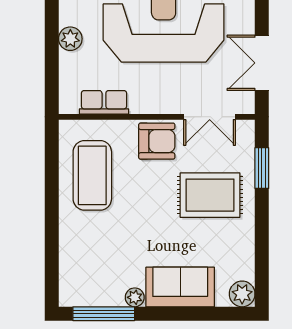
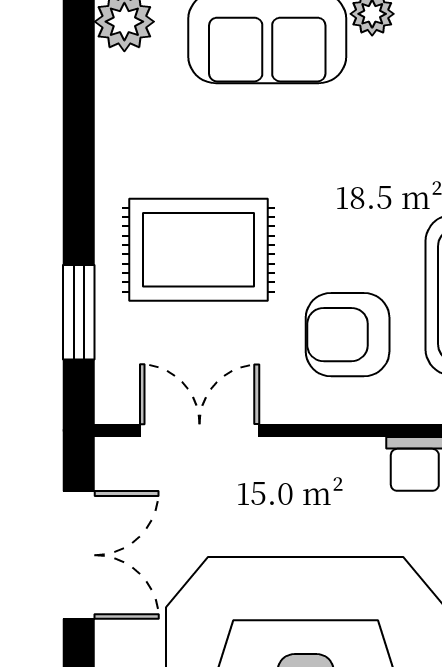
armchair: (157, 141) -> (348, 335), moved

